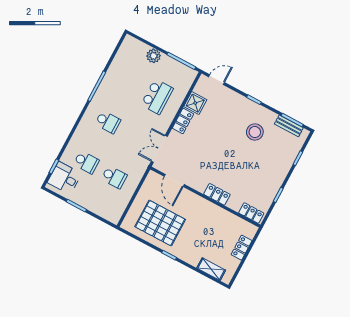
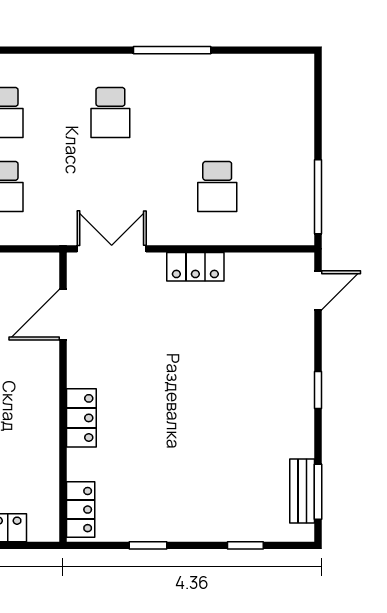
plant: (154, 56) -> (298, 134), removed
door: (216, 80) -> (318, 290), hinge flipped
school desk: (157, 97) -> (217, 186), width x0.54
shower: (195, 103) -> (246, 272), removed
stool: (255, 132) -> (252, 428), removed

